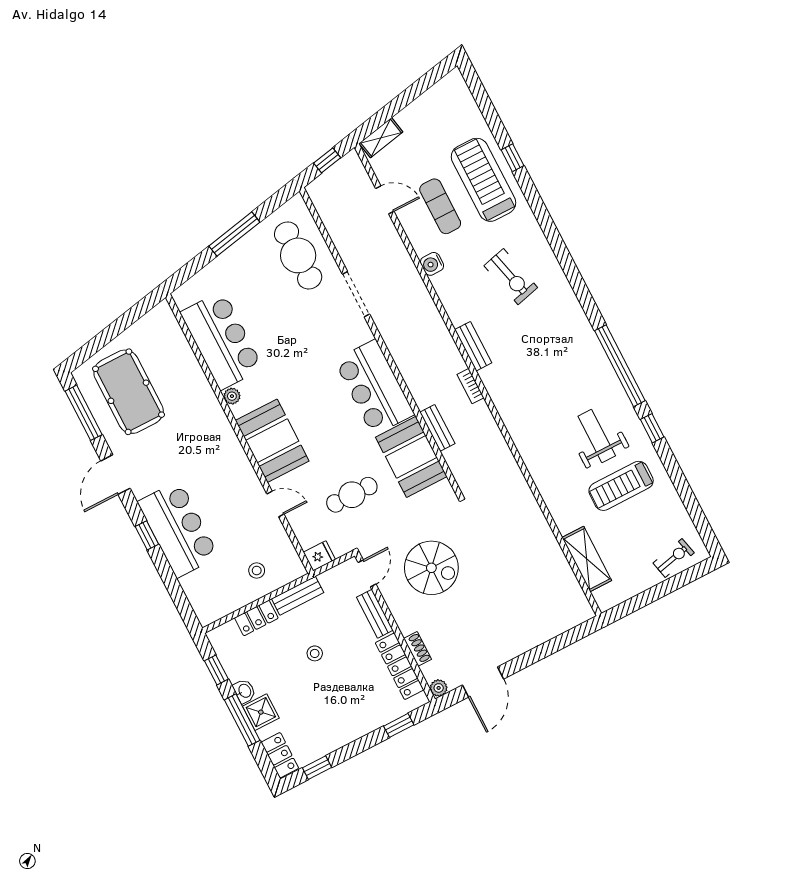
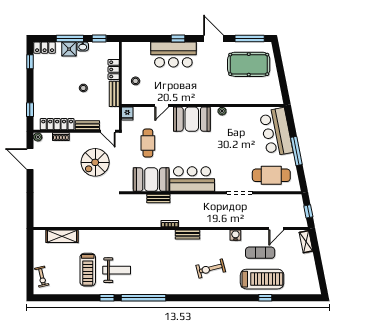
bar counter: (222, 340) -> (276, 132), moved, turned 79
treadmill: (621, 486) -> (88, 270), turned 180

